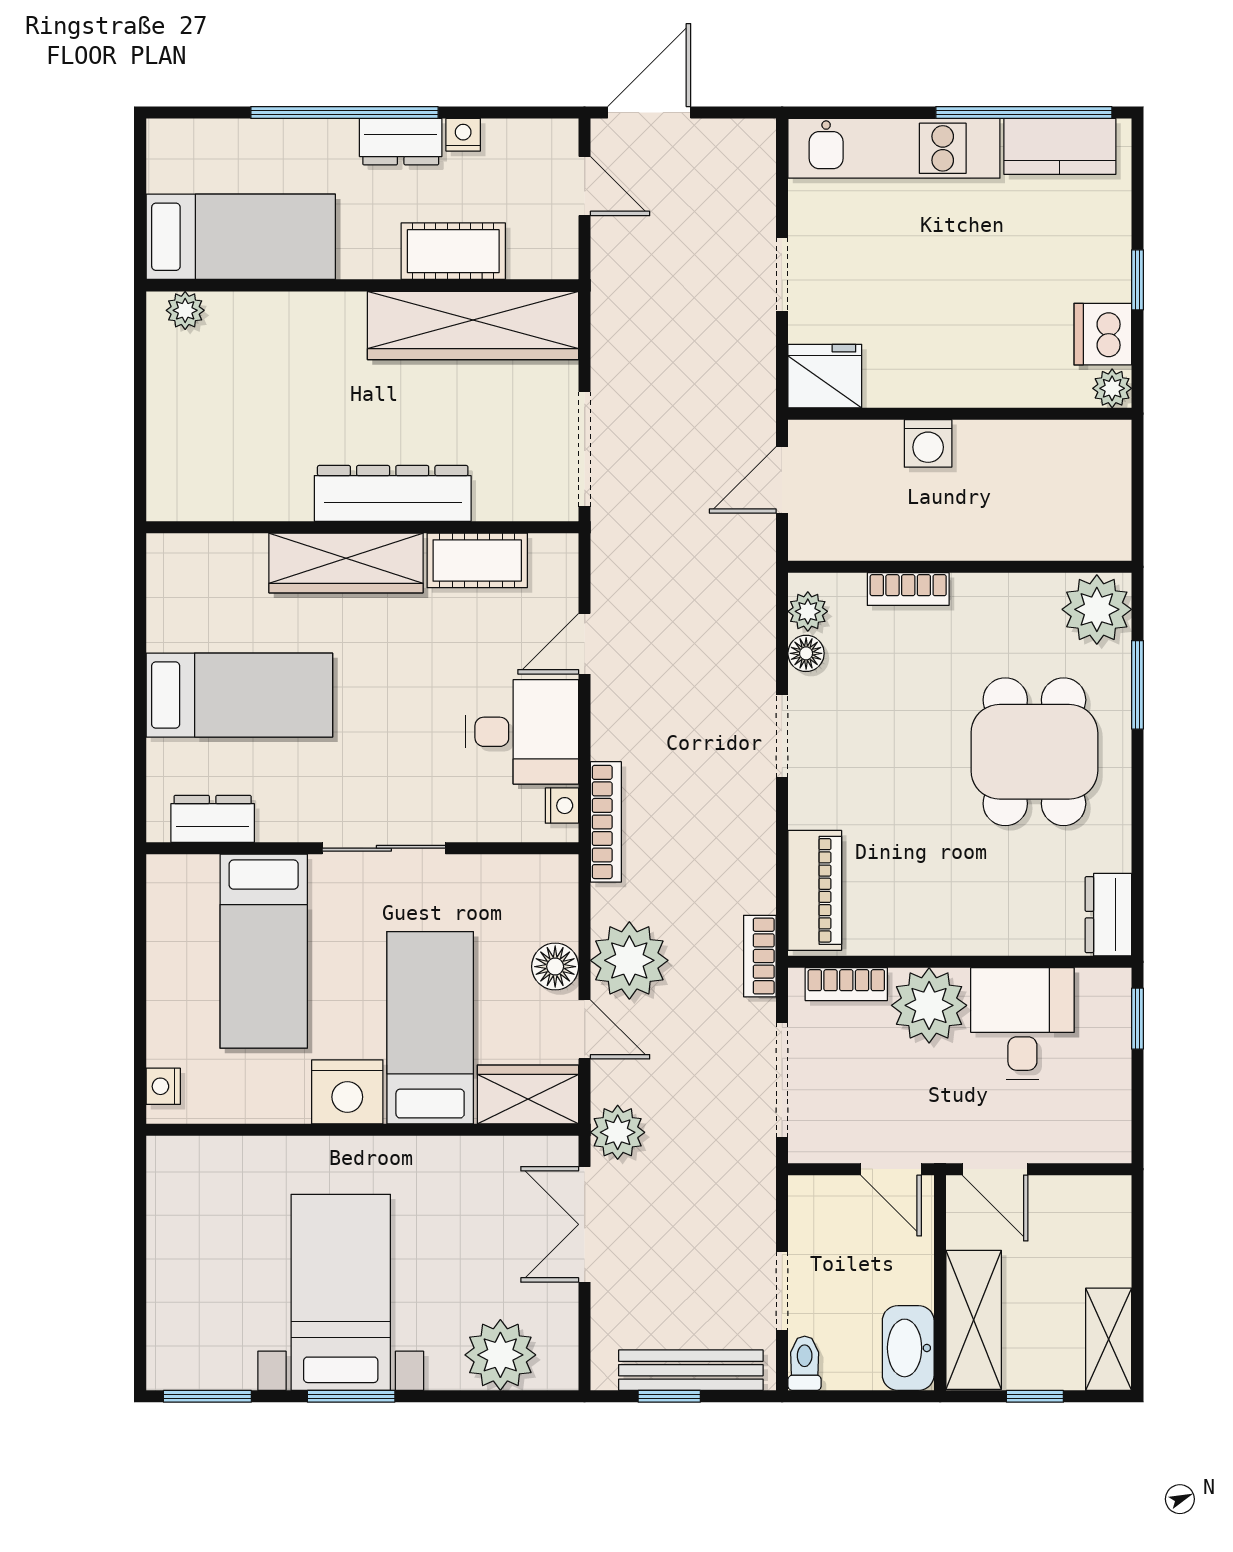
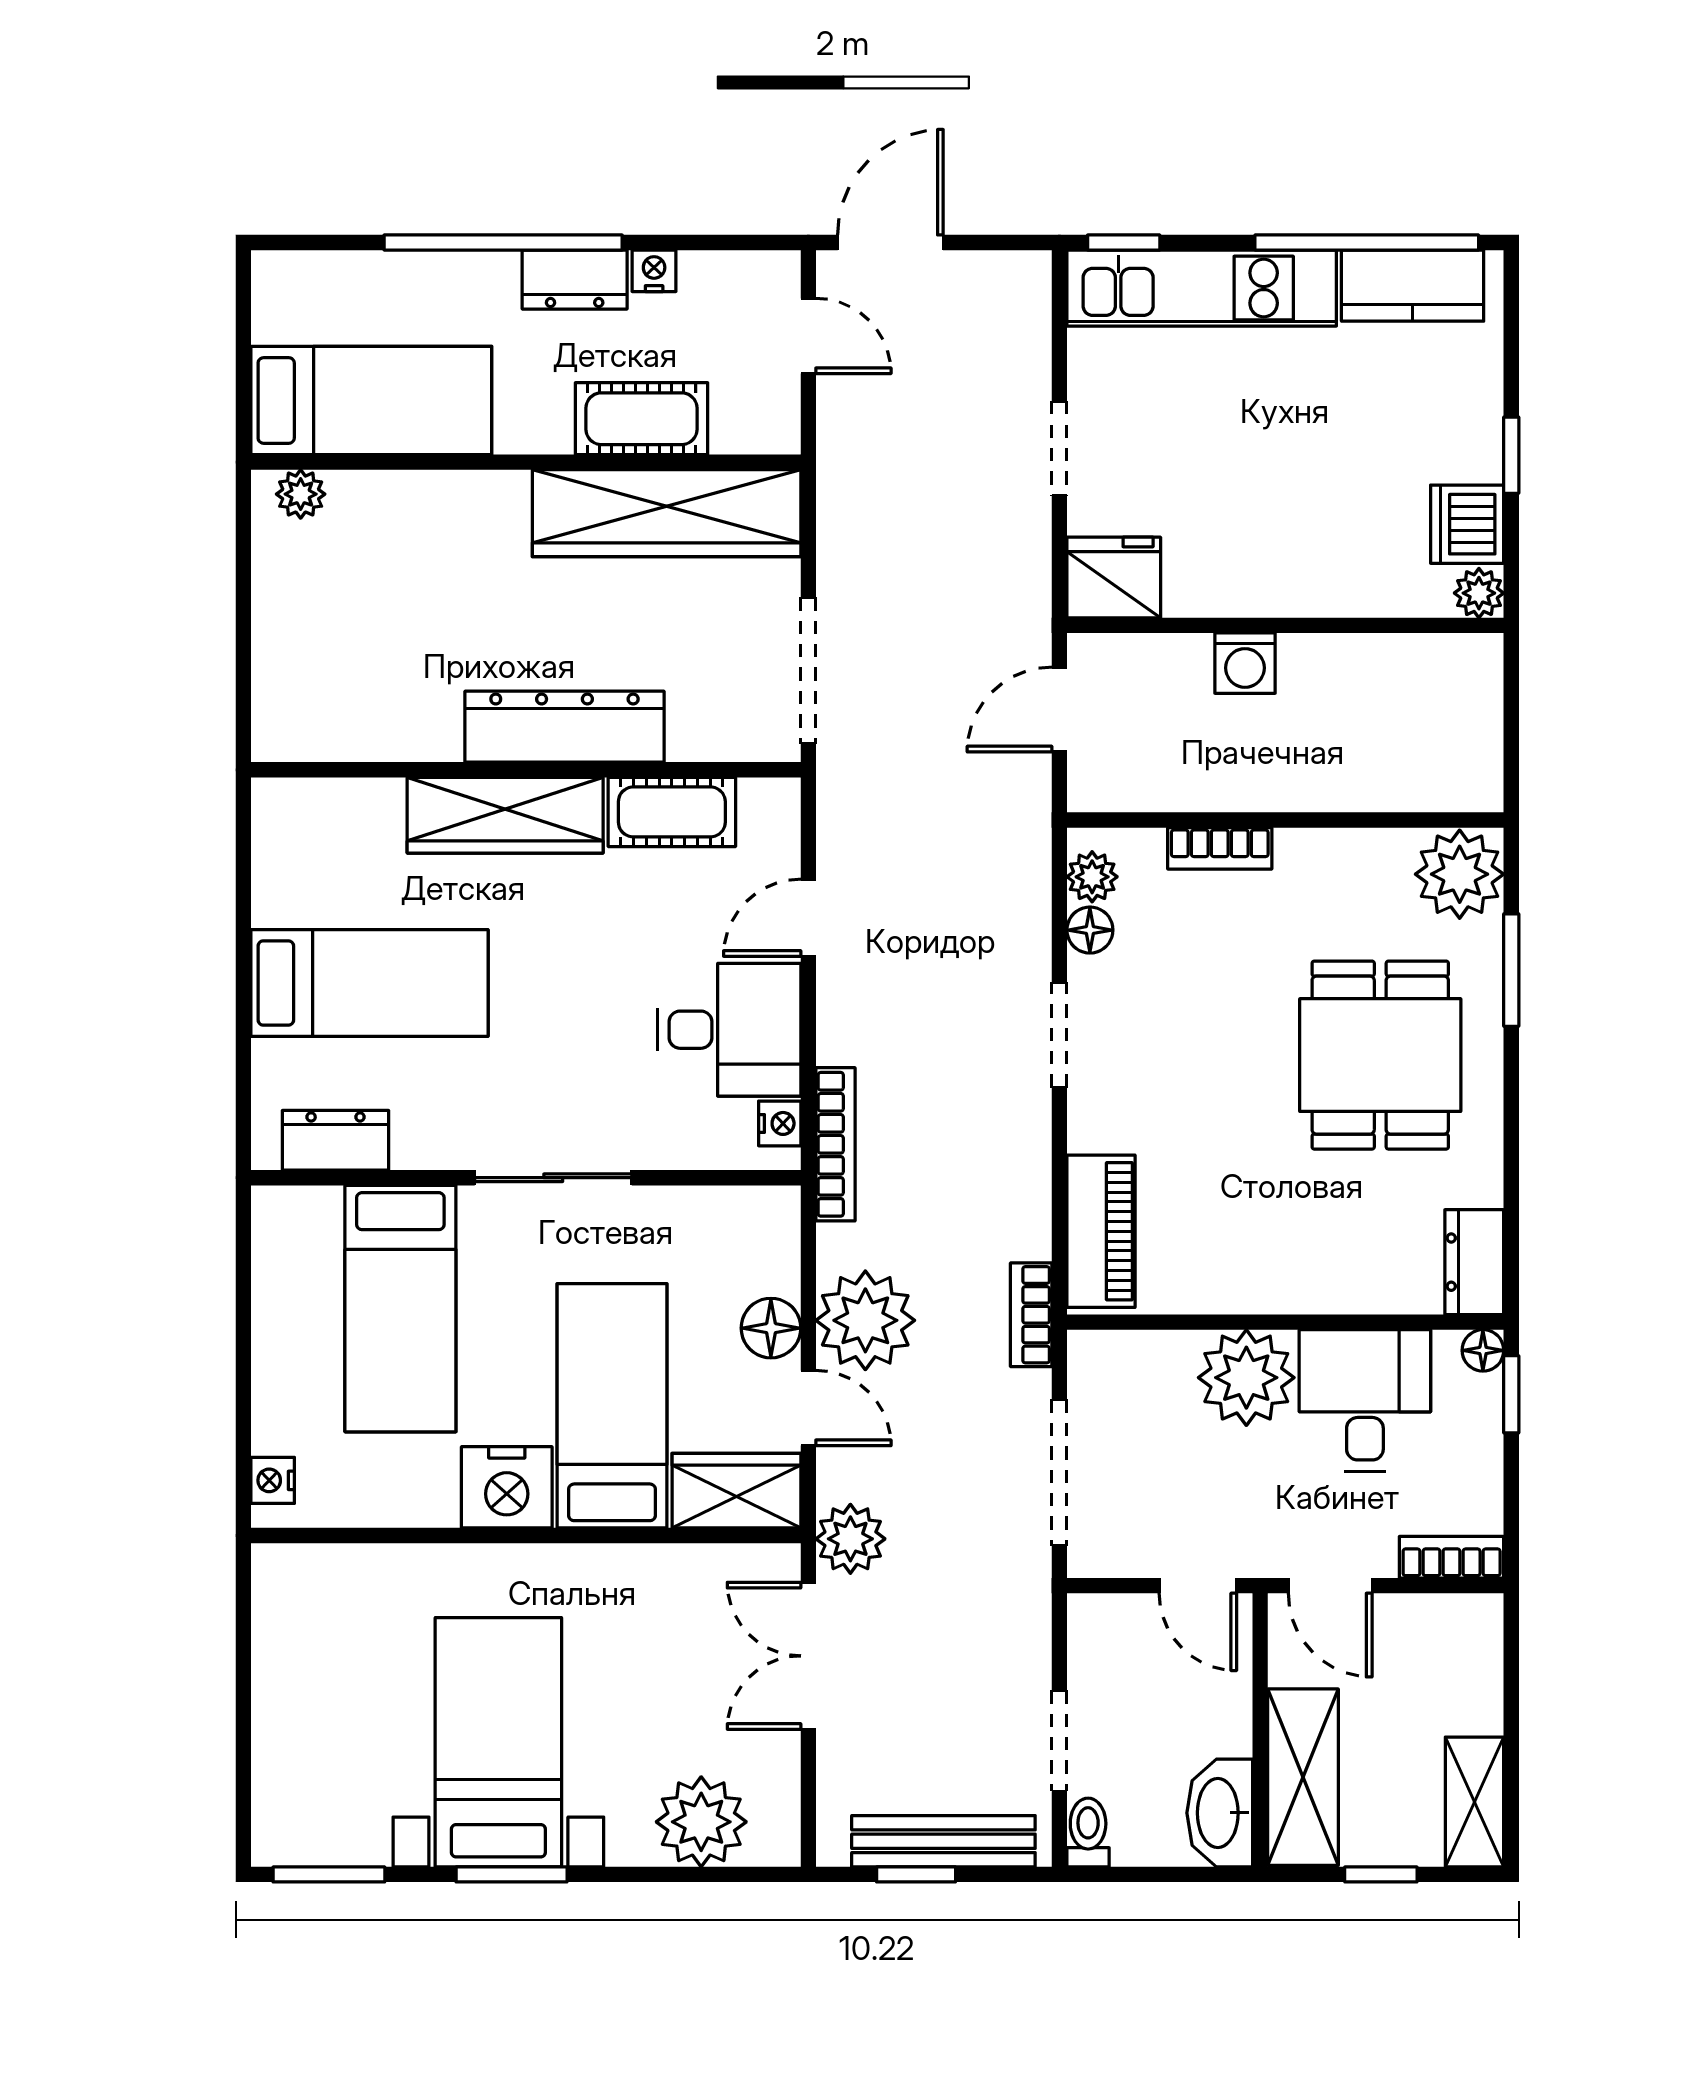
window: (833, 113) -> (1124, 243), added
bookcase: (846, 984) -> (1452, 1557), moved, turned 180
floor lamp: (1115, 984) -> (1483, 1350), added

